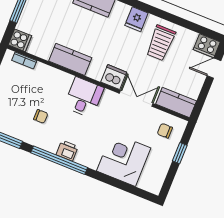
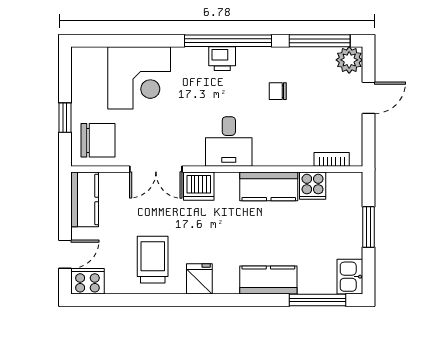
cooker: (20, 40) -> (313, 186), moved, turned -90
kitchen counter: (176, 102) -> (85, 199), moved, turned -90
chair: (165, 131) -> (98, 140), width x1.87, depth x1.87

